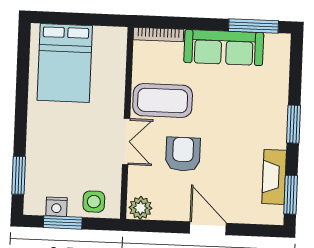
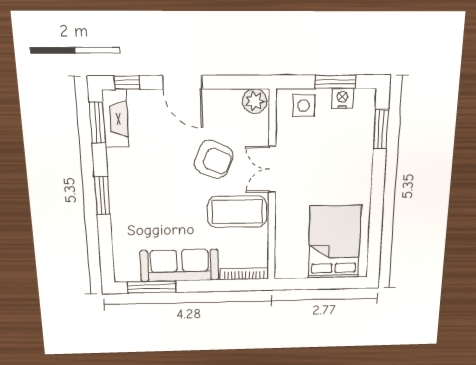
armchair: (183, 154) -> (213, 159), turned -67
fireplace: (274, 177) -> (115, 119), moved
window: (259, 230) -> (127, 83), added

